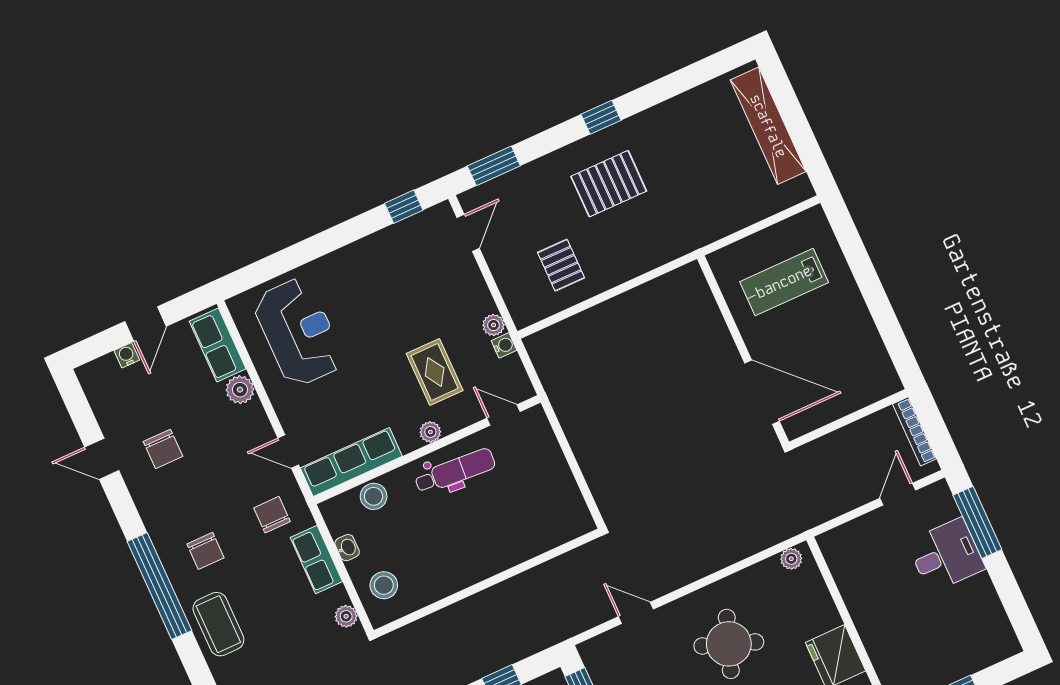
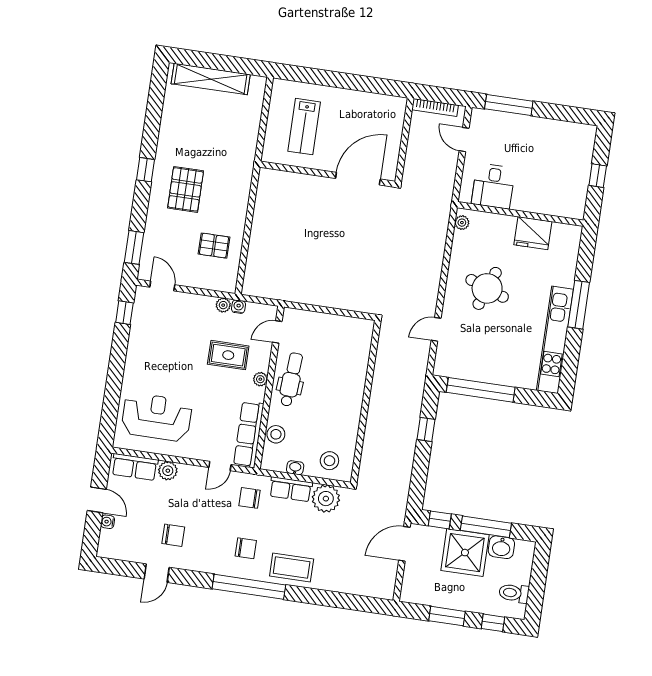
desk: (946, 555) -> (493, 186), moved, turned 180
plant: (346, 616) -> (326, 499), width x1.87, depth x1.87

